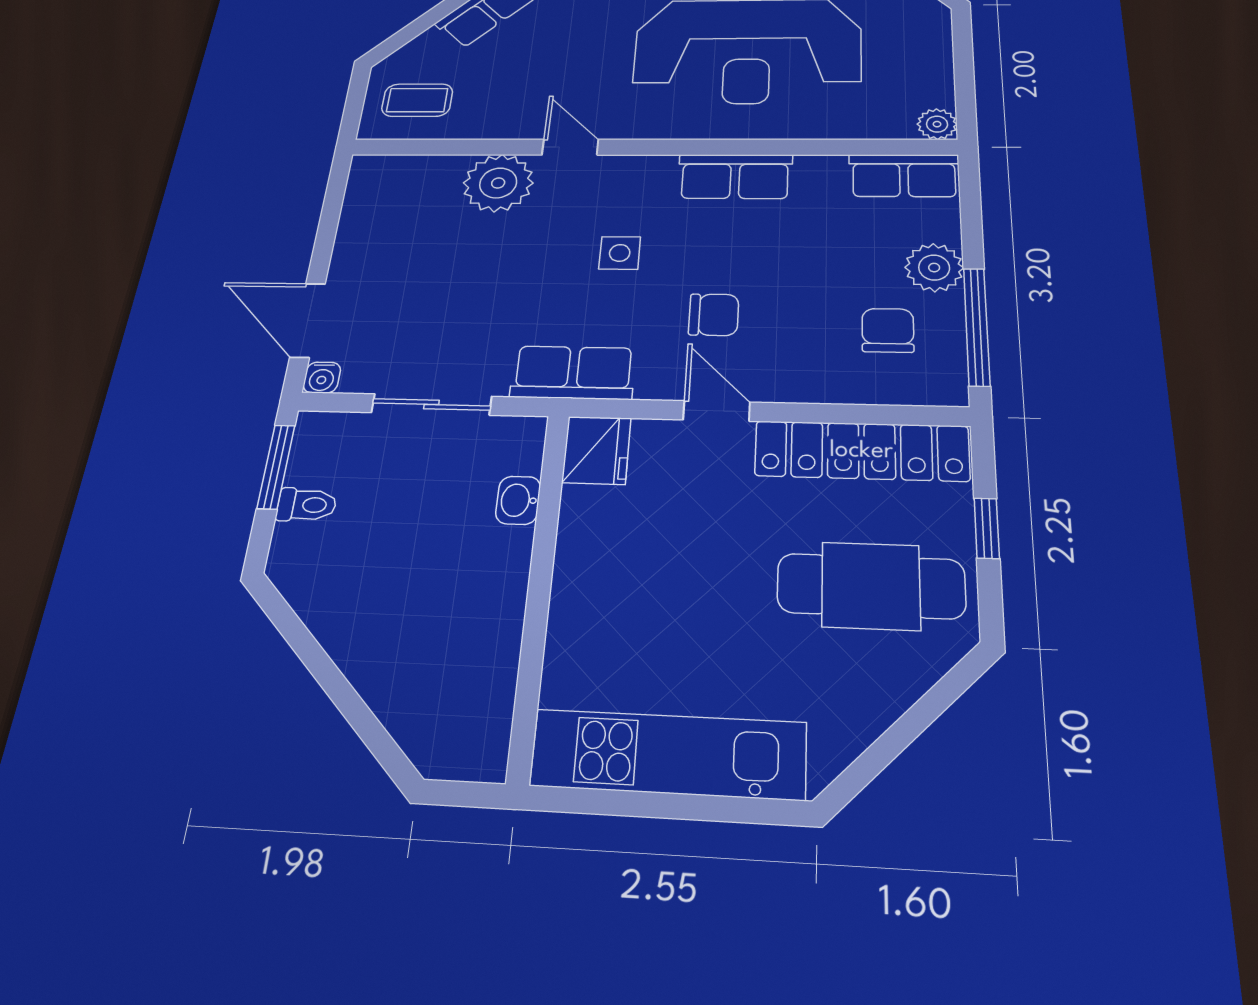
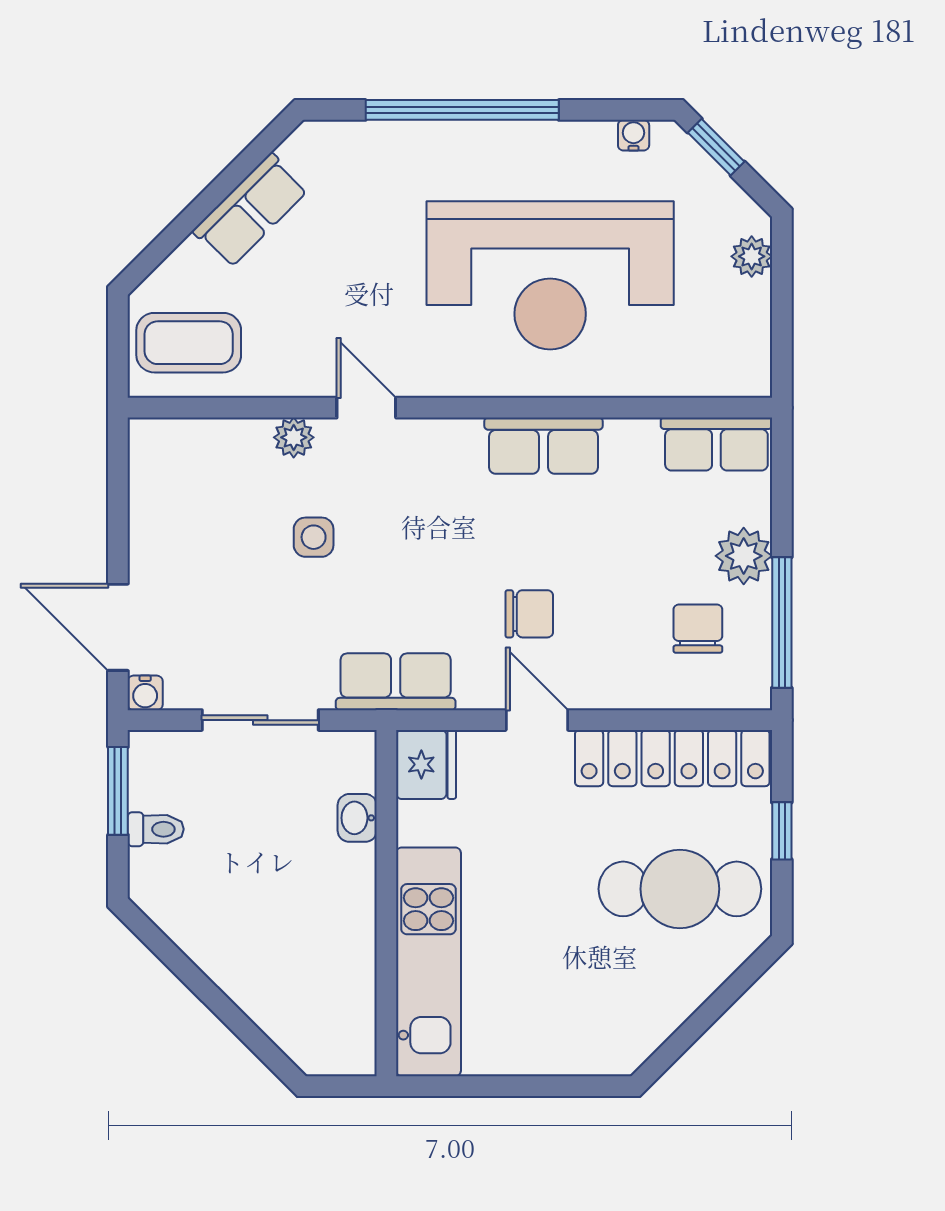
coffee table: (417, 100) -> (189, 343), width x1.36, depth x1.30
plant: (937, 124) -> (752, 256), moved
plant: (498, 183) -> (294, 437), width x0.53, depth x0.53
side table: (620, 253) -> (314, 537), moved
kitchen unit: (668, 754) -> (428, 962), moved, turned 90

